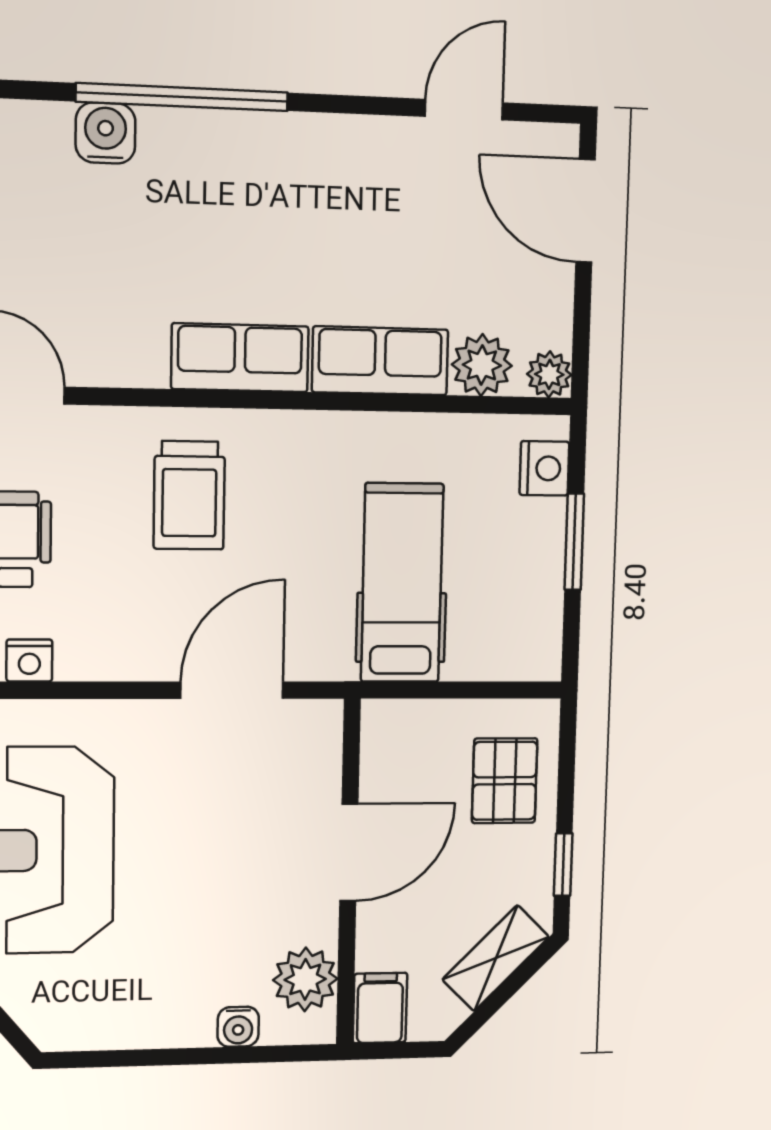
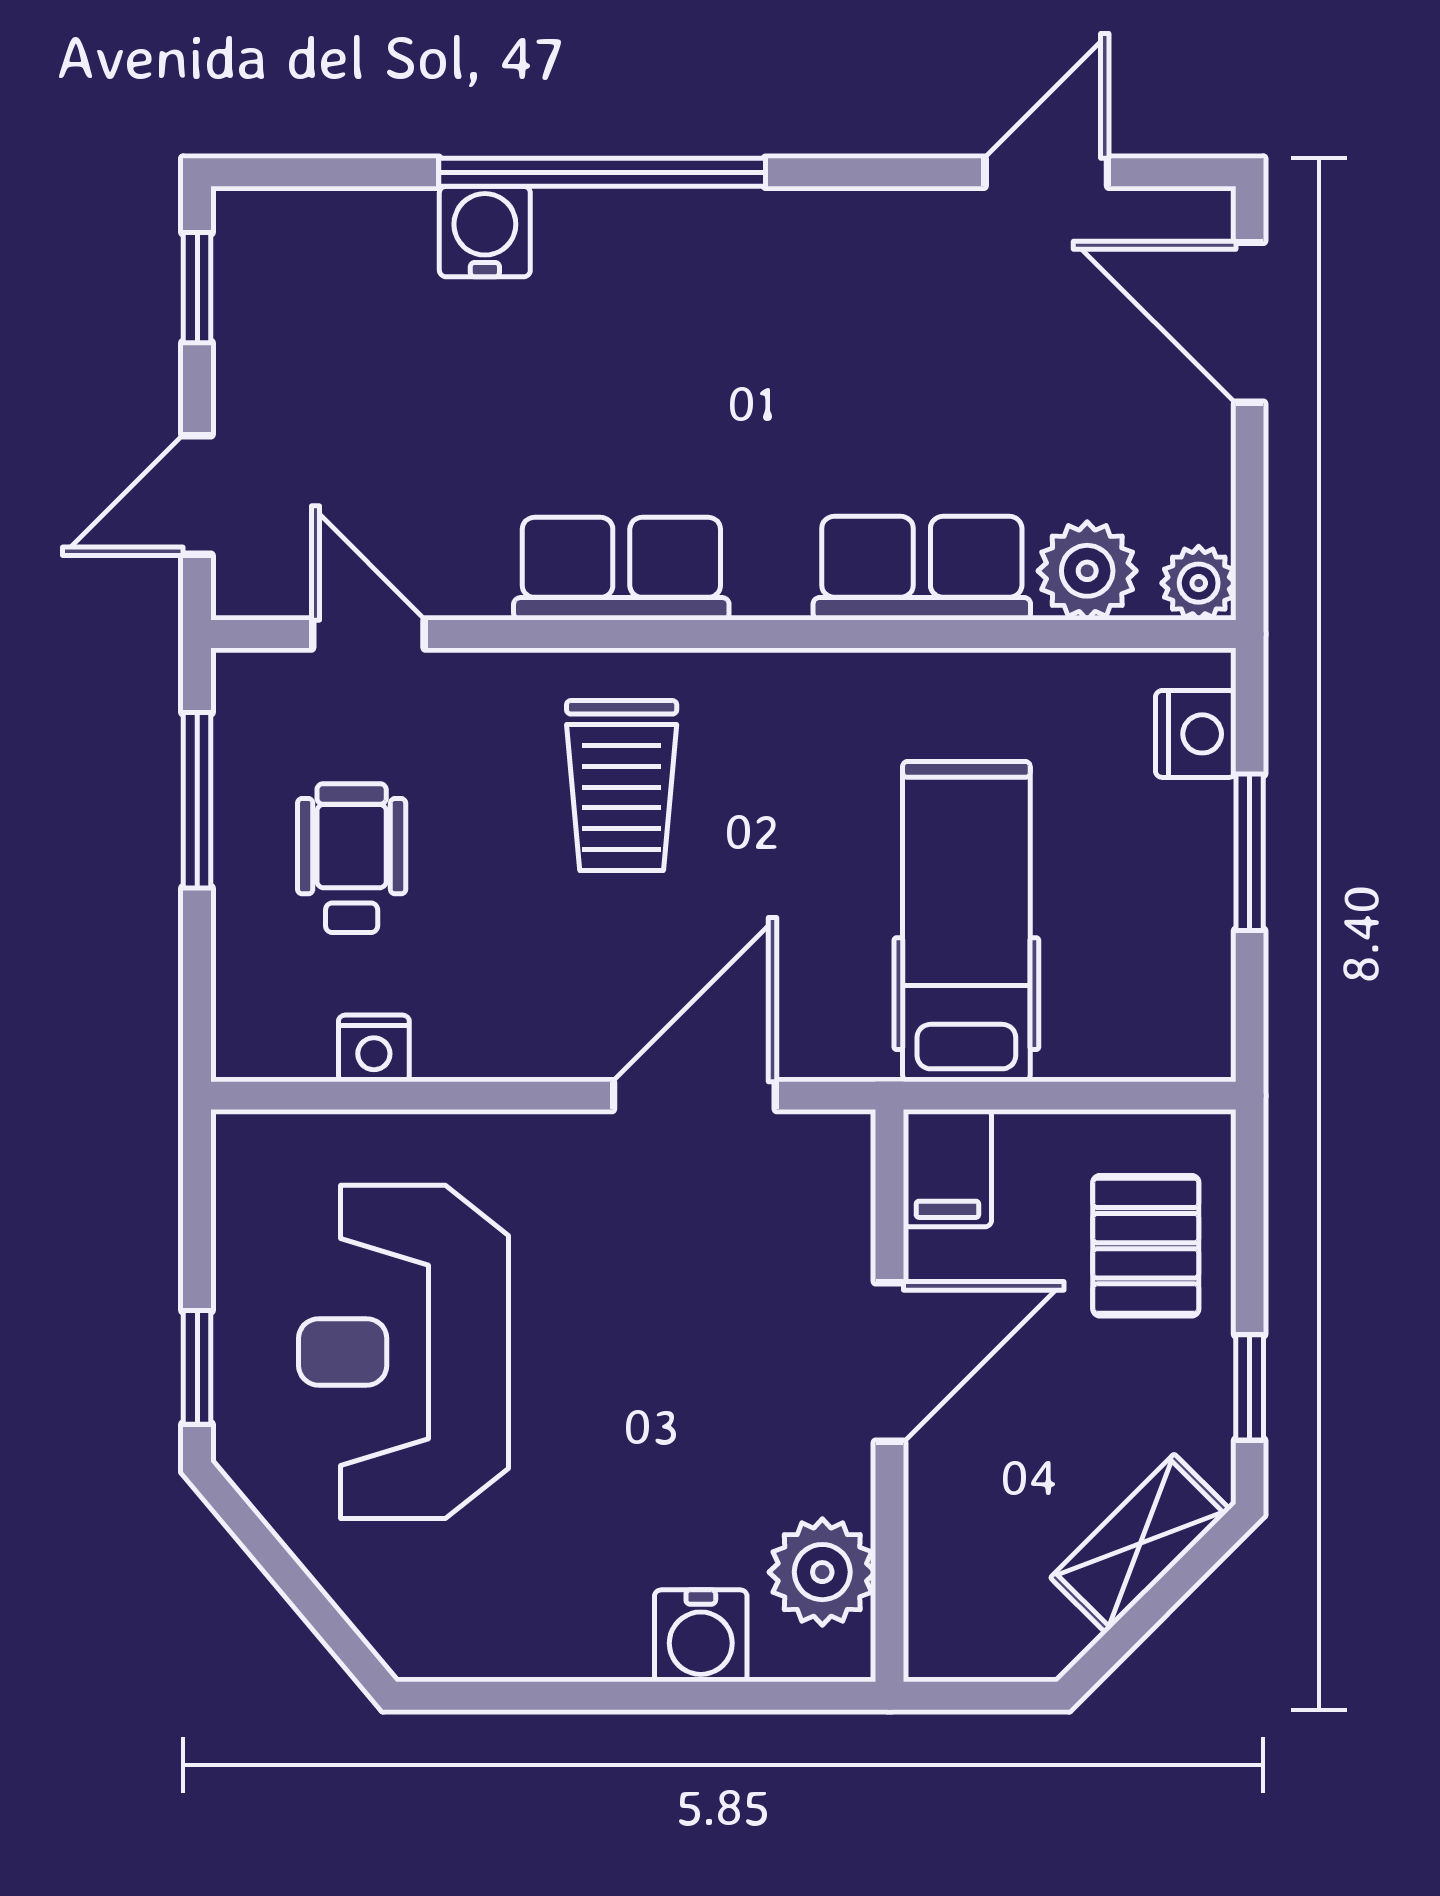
row of seats: (240, 358) -> (621, 569), moved
filing cabinet: (380, 1008) -> (947, 1168), moved, turned 180
water cooler: (238, 1027) -> (701, 1636), width x1.38, depth x1.38

